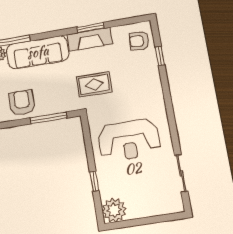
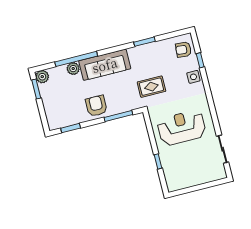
fireplace: (90, 39) -> (145, 51), removed
side table: (150, 76) -> (193, 77), added
reception desk: (129, 140) -> (182, 128), turned 180
plant: (114, 210) -> (175, 182), removed

